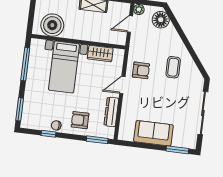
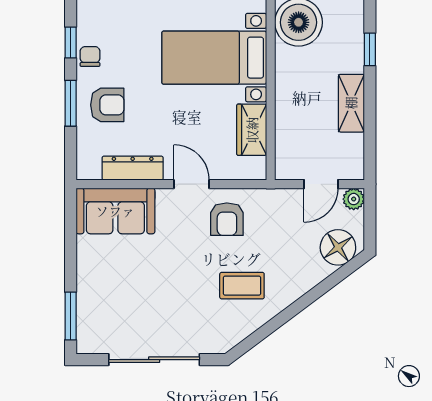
door: (130, 24) -> (321, 184), swing flipped
armchair: (80, 120) -> (107, 105), turned 90
sofa: (153, 133) -> (115, 211), moved, turned 90
window: (97, 140) -> (71, 103), moved

